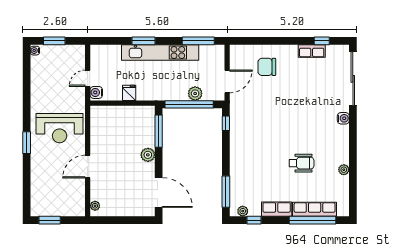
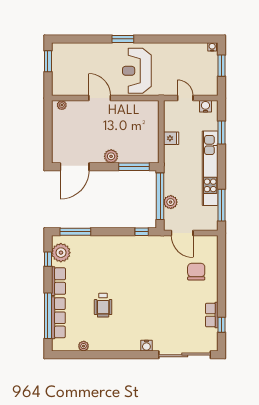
window: (144, 41) -> (222, 133), moved
water cooler: (96, 92) -> (205, 106), moved
plant: (344, 170) -> (84, 346), moved
plant: (243, 211) -> (61, 253), width x1.87, depth x1.87

